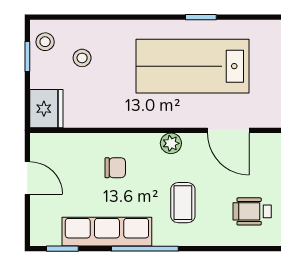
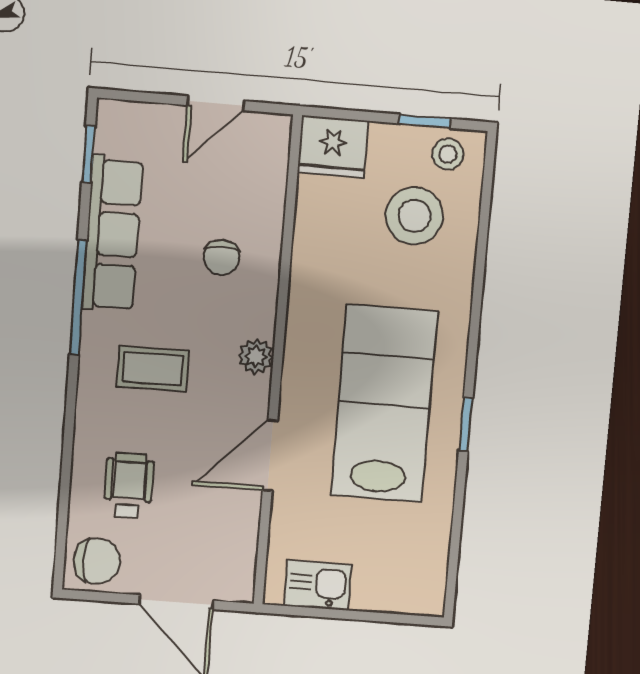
stool: (82, 58) -> (414, 216), width x1.89, depth x1.89

